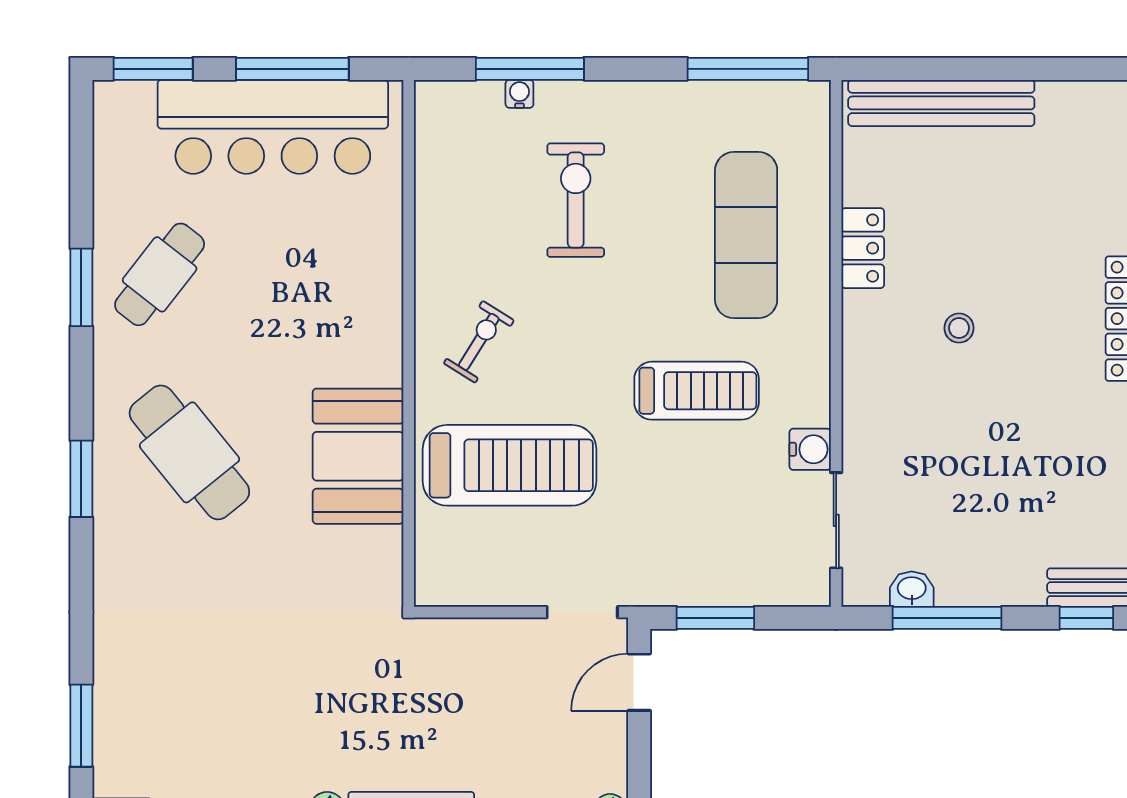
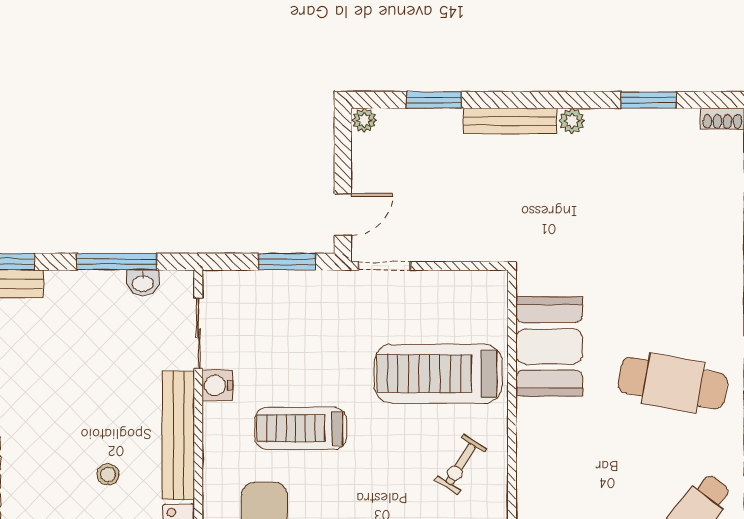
bench: (863, 381) -> (178, 435), added
cafe table: (189, 452) -> (673, 383), turned -41
booth: (358, 456) -> (549, 346), moved

